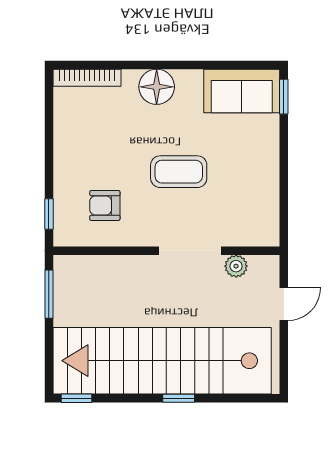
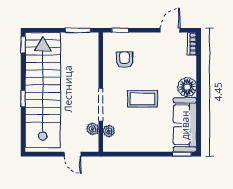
bookcase: (87, 78) -> (192, 44), width x0.64
sofa: (242, 91) -> (185, 125), width x1.36
door: (49, 119) -> (170, 30), added
coffee table: (179, 172) -> (142, 99), turned 90
plant: (240, 235) -> (109, 131), added

